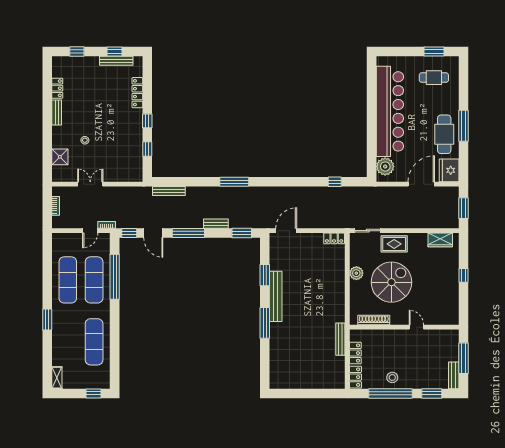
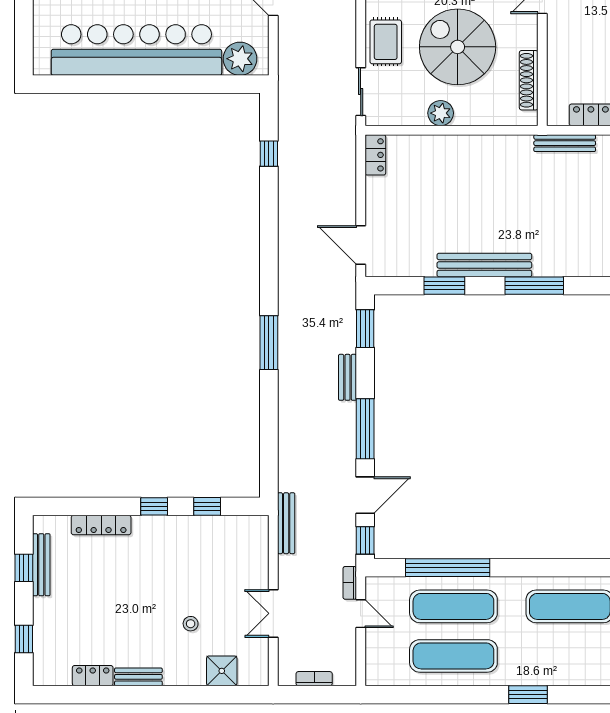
bench: (169, 191) -> (286, 523), moved

